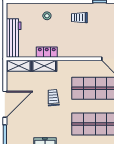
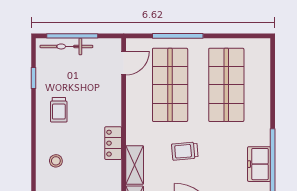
locker: (47, 52) -> (113, 143), moved

